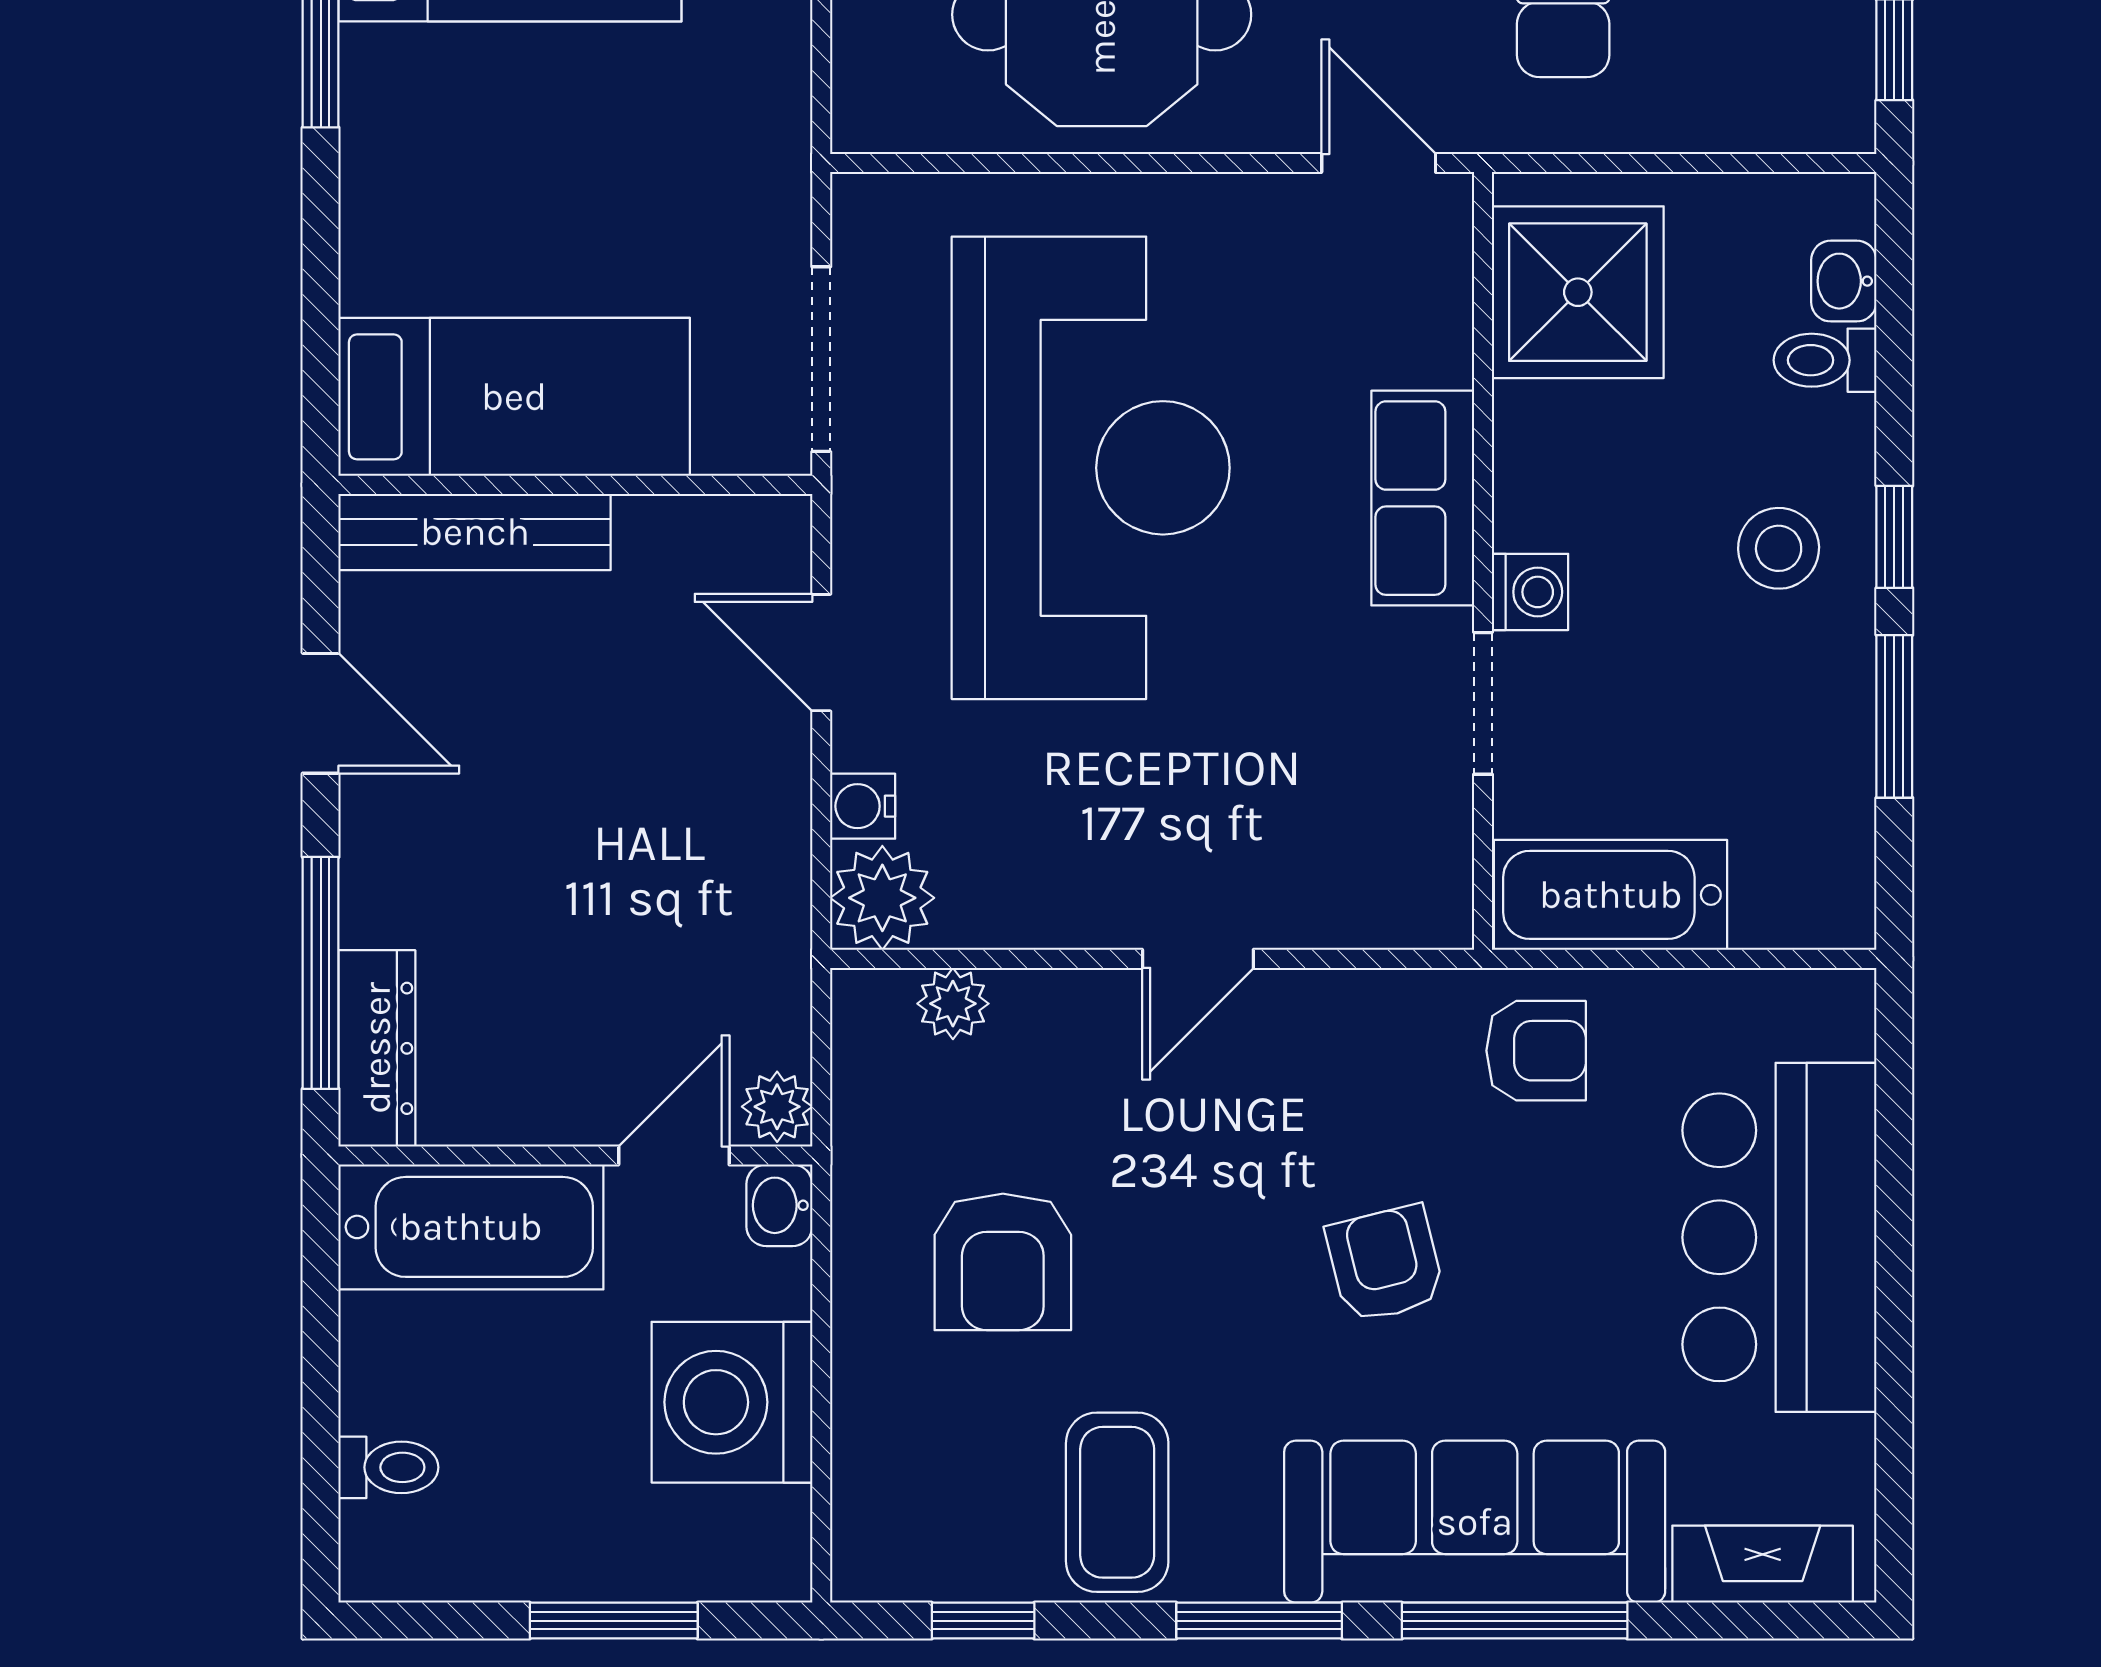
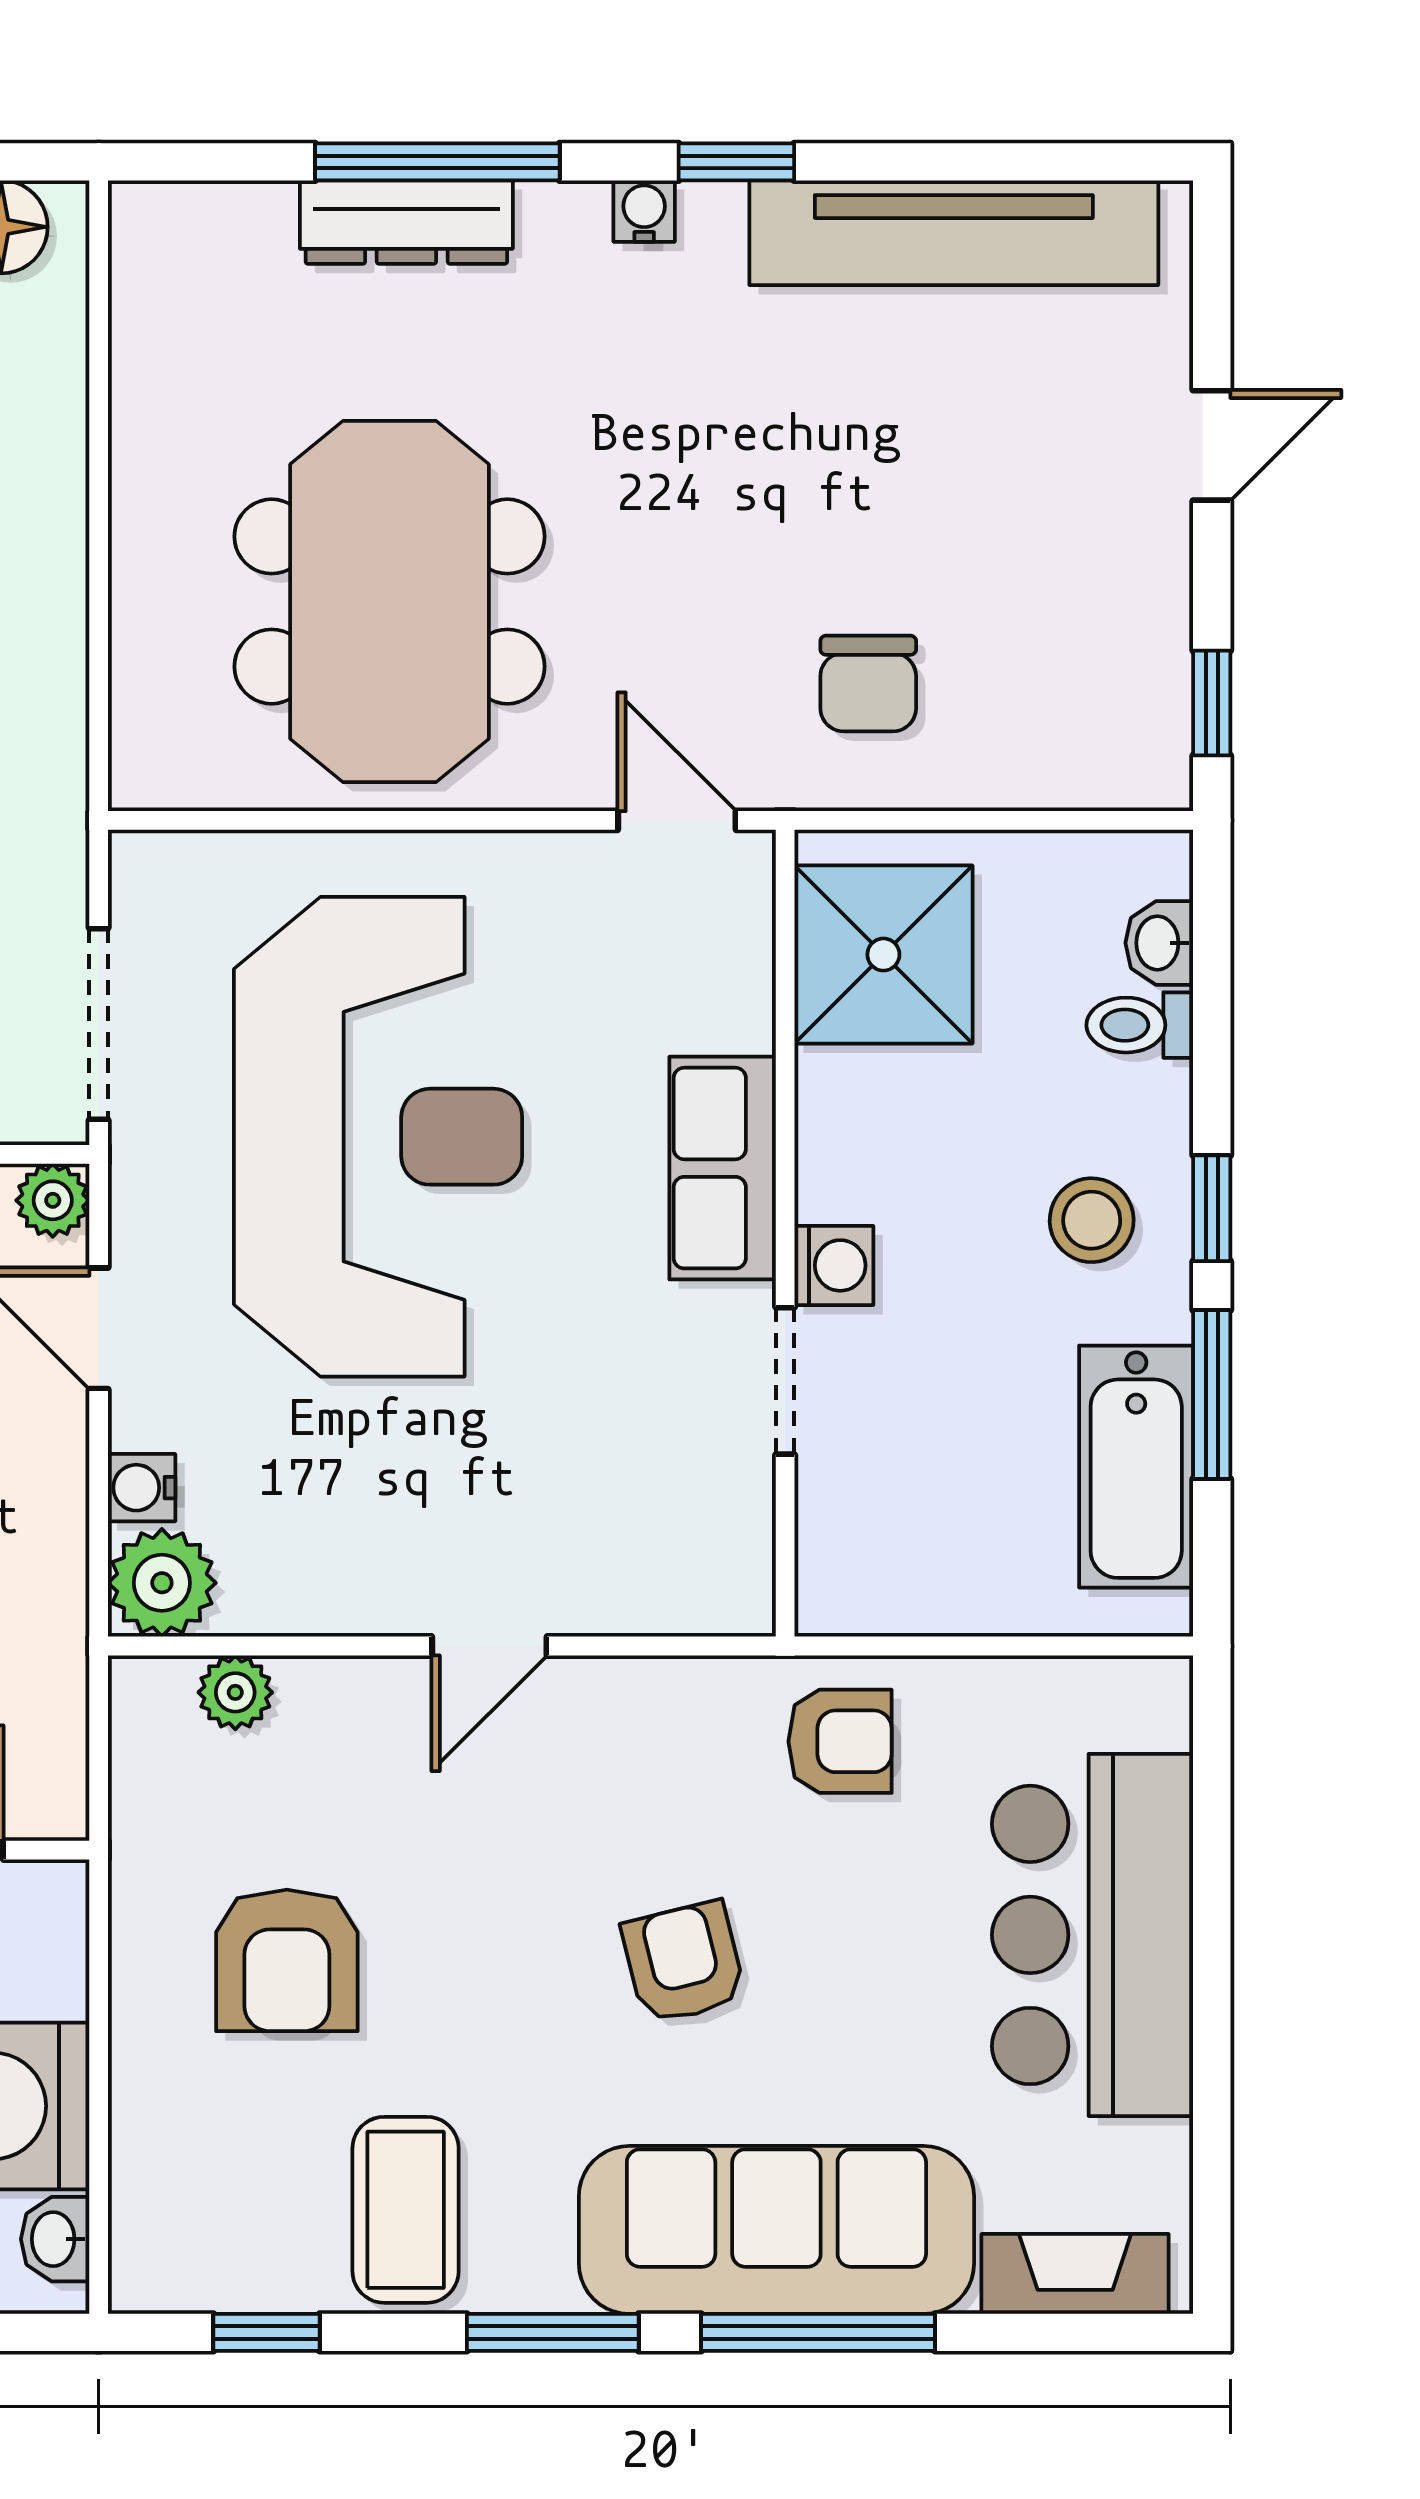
bathtub: (1611, 895) -> (1136, 1467), moved, turned -90
plant: (777, 1107) -> (53, 1200), moved
washbasin: (779, 1205) -> (55, 2239), moved

